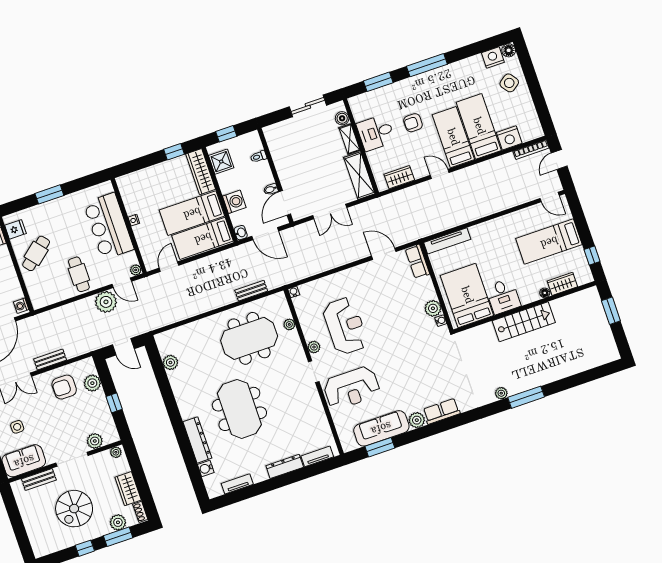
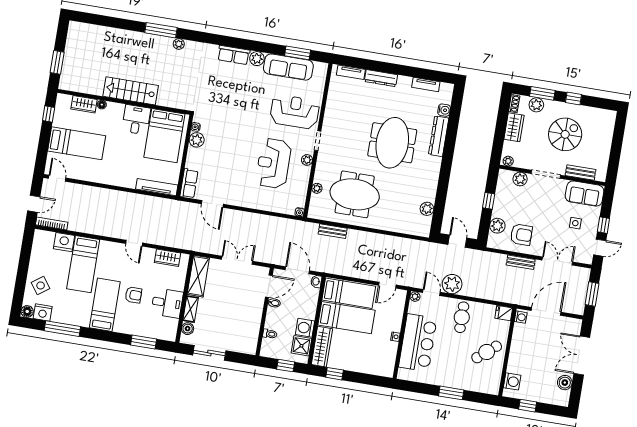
window: (427, 65) -> (62, 329), moved
bed: (453, 137) -> (105, 305), moved, turned 180
washing machine: (234, 202) -> (305, 328), moved
fridge: (15, 229) -> (504, 313), moved

